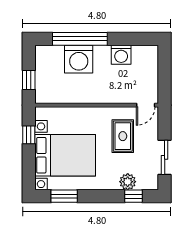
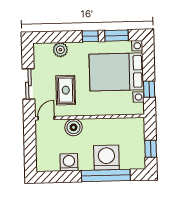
window: (29, 80) -> (151, 149), moved
boiler: (115, 94) -> (74, 127), added
sliding door: (165, 157) -> (28, 84), moved
window: (134, 196) -> (90, 36), moved

